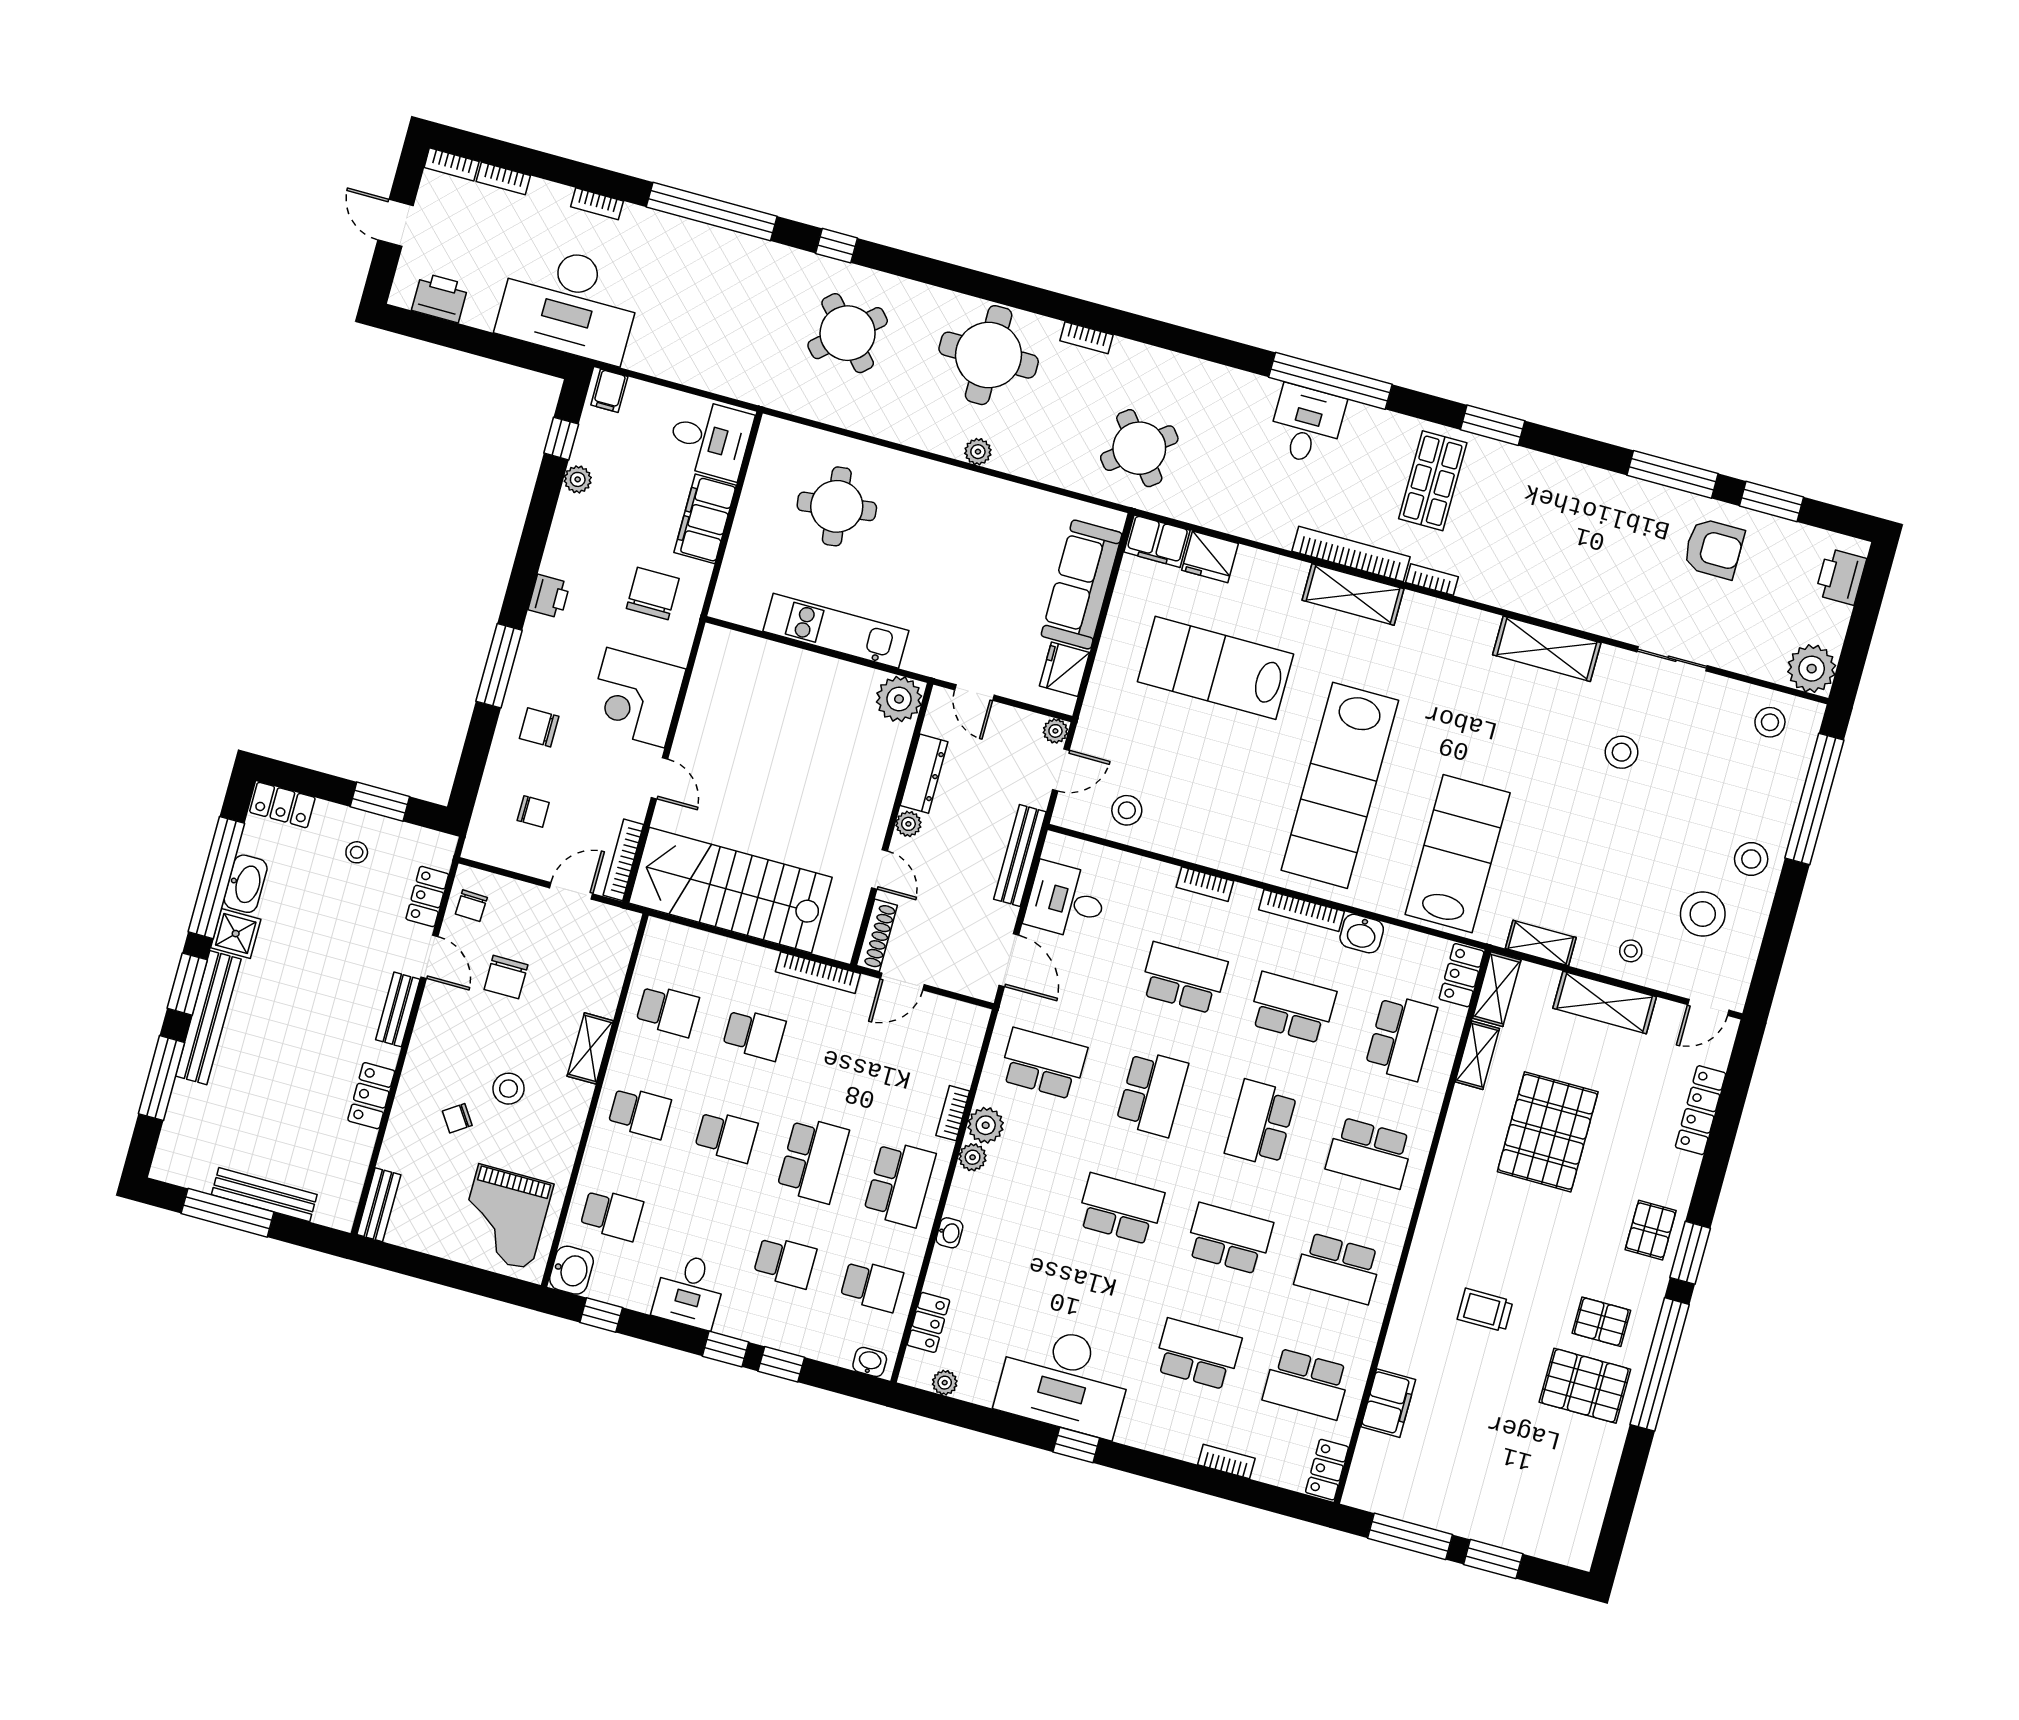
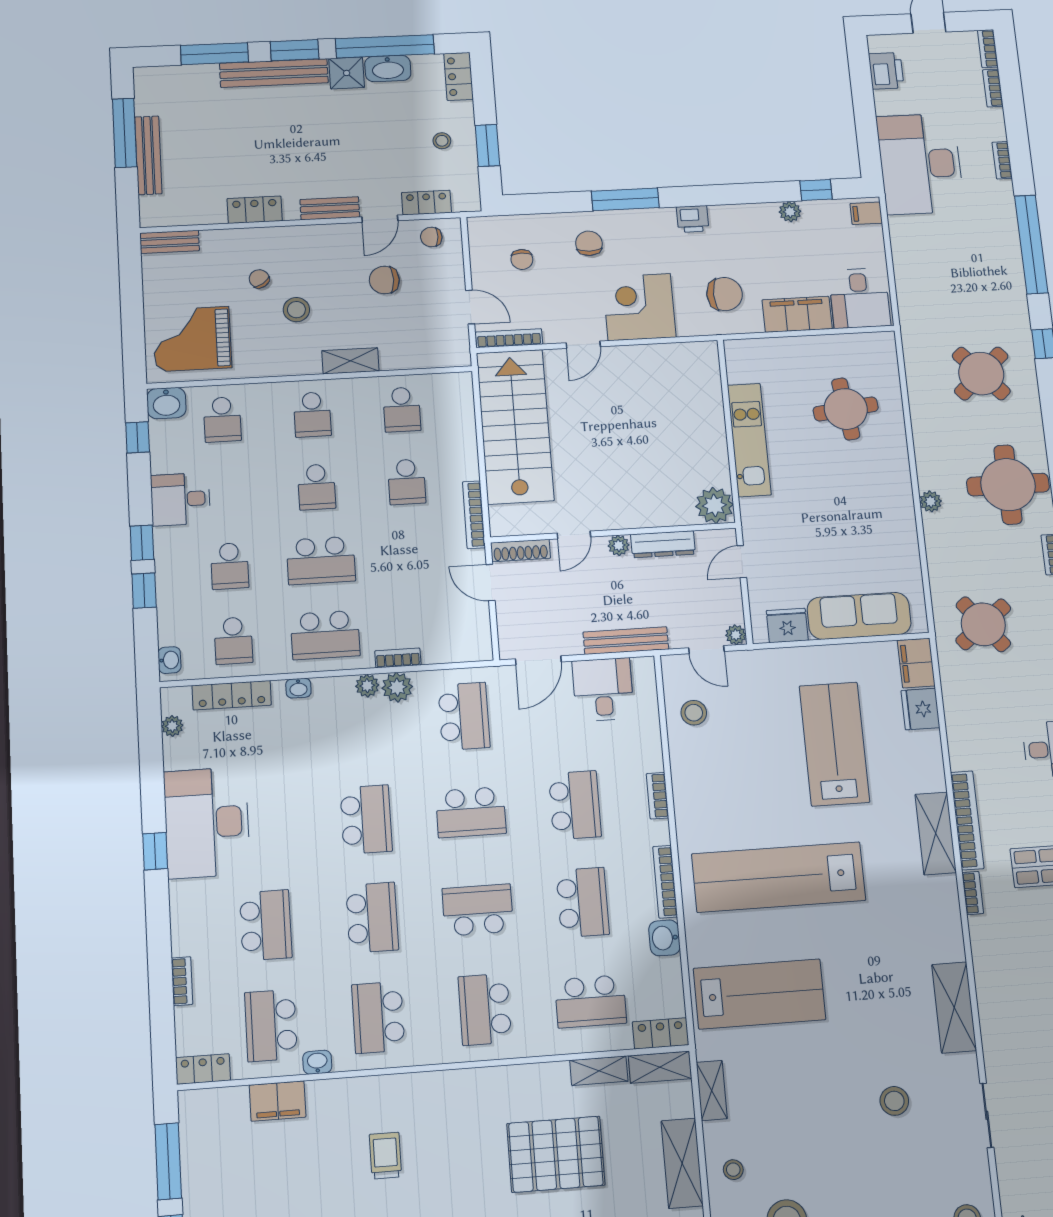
locker: (928, 1322) -> (232, 695), width x1.53
washbasin: (1362, 1348) -> (317, 1062), added

